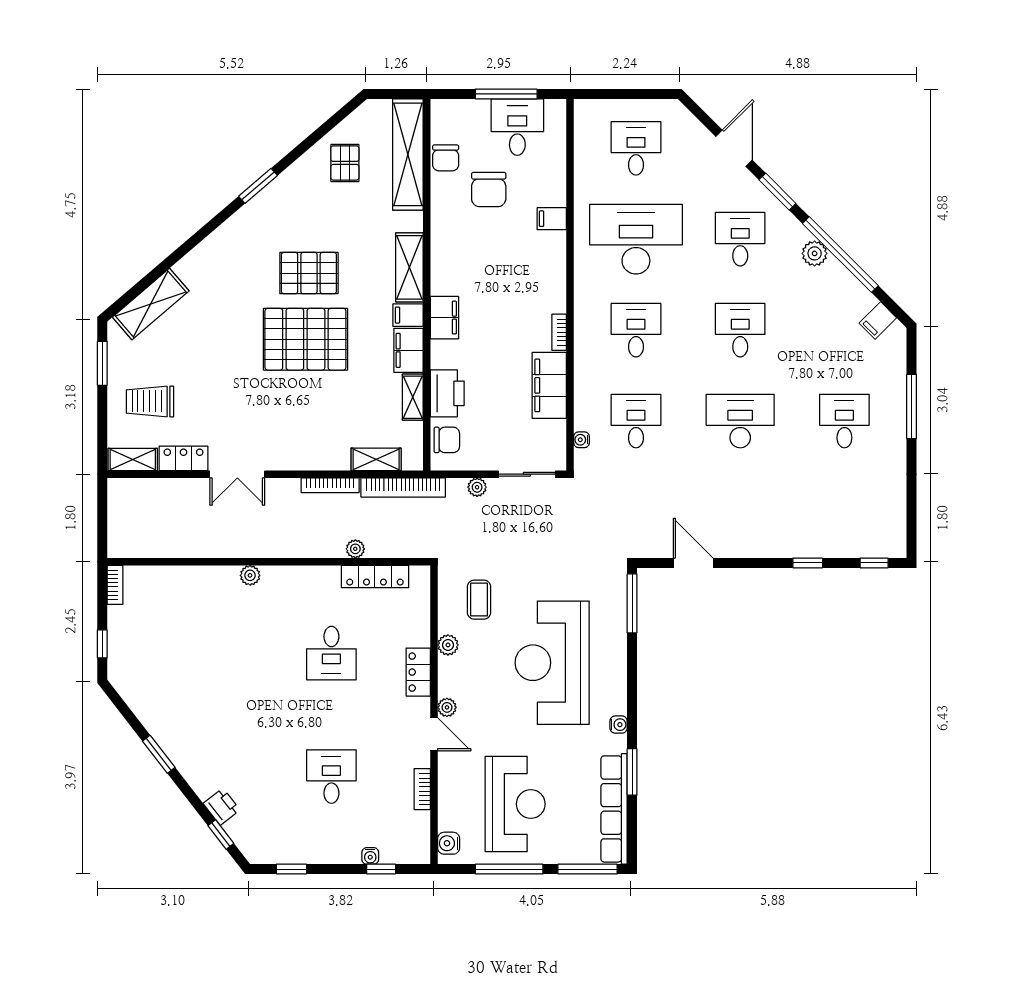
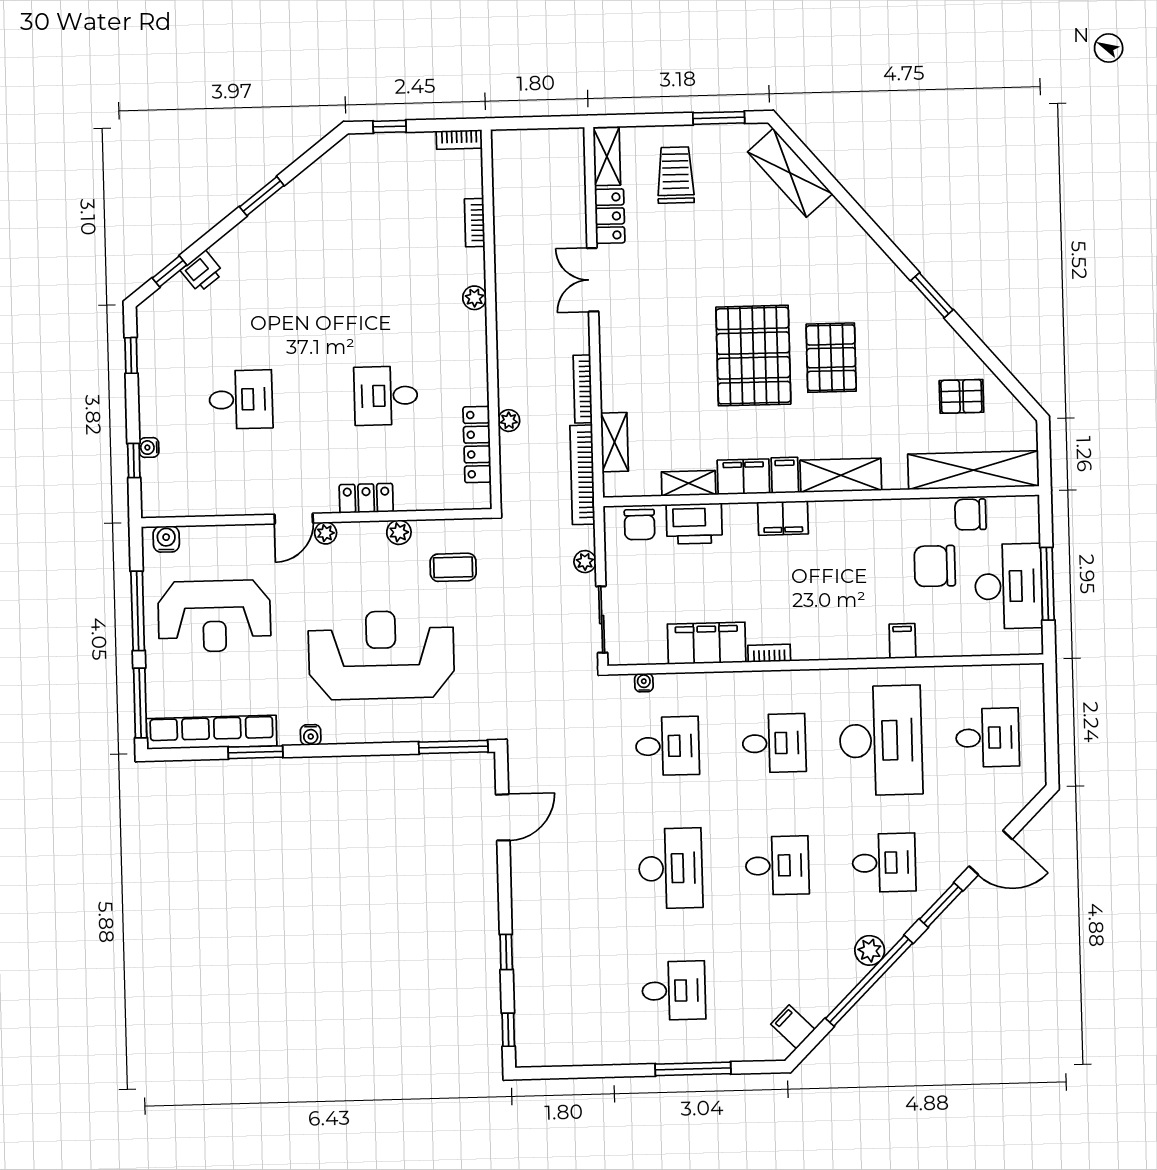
desk: (517, 127) -> (1009, 586), width x1.37
bookcase: (422, 789) -> (475, 223), moved, turned -90

